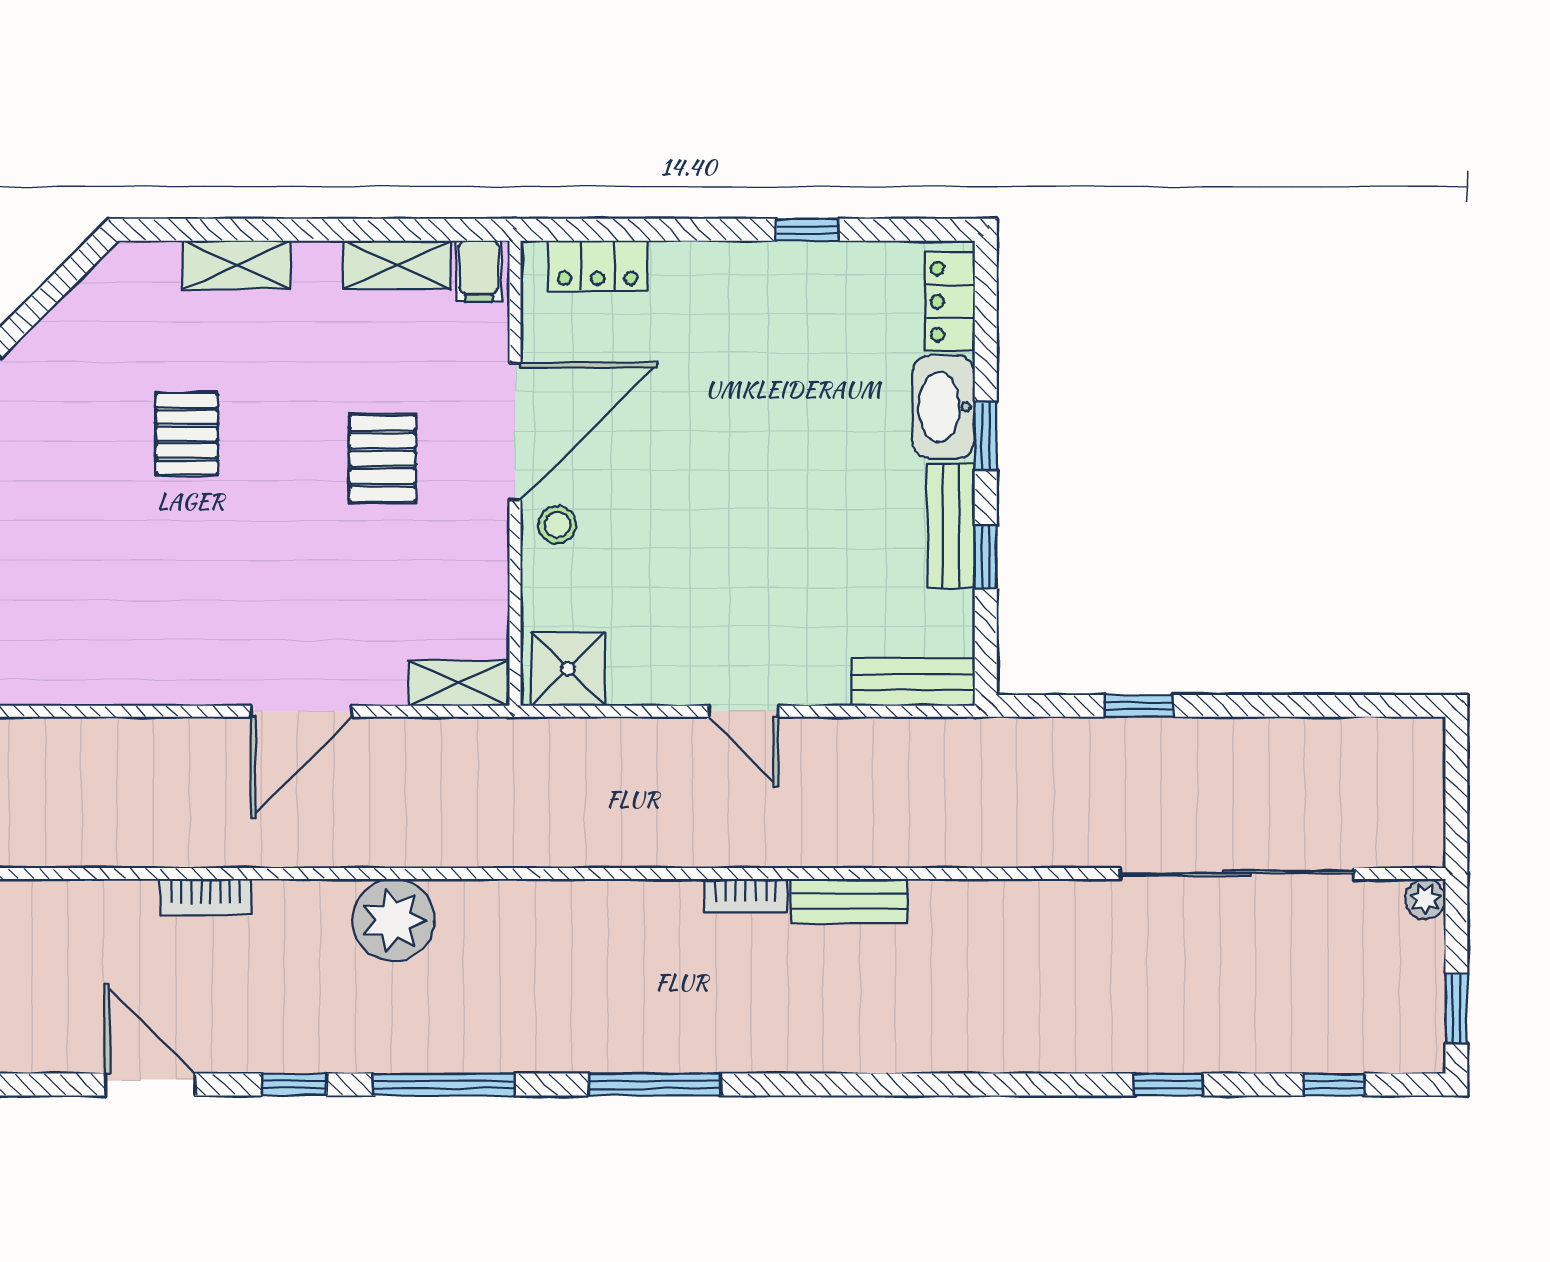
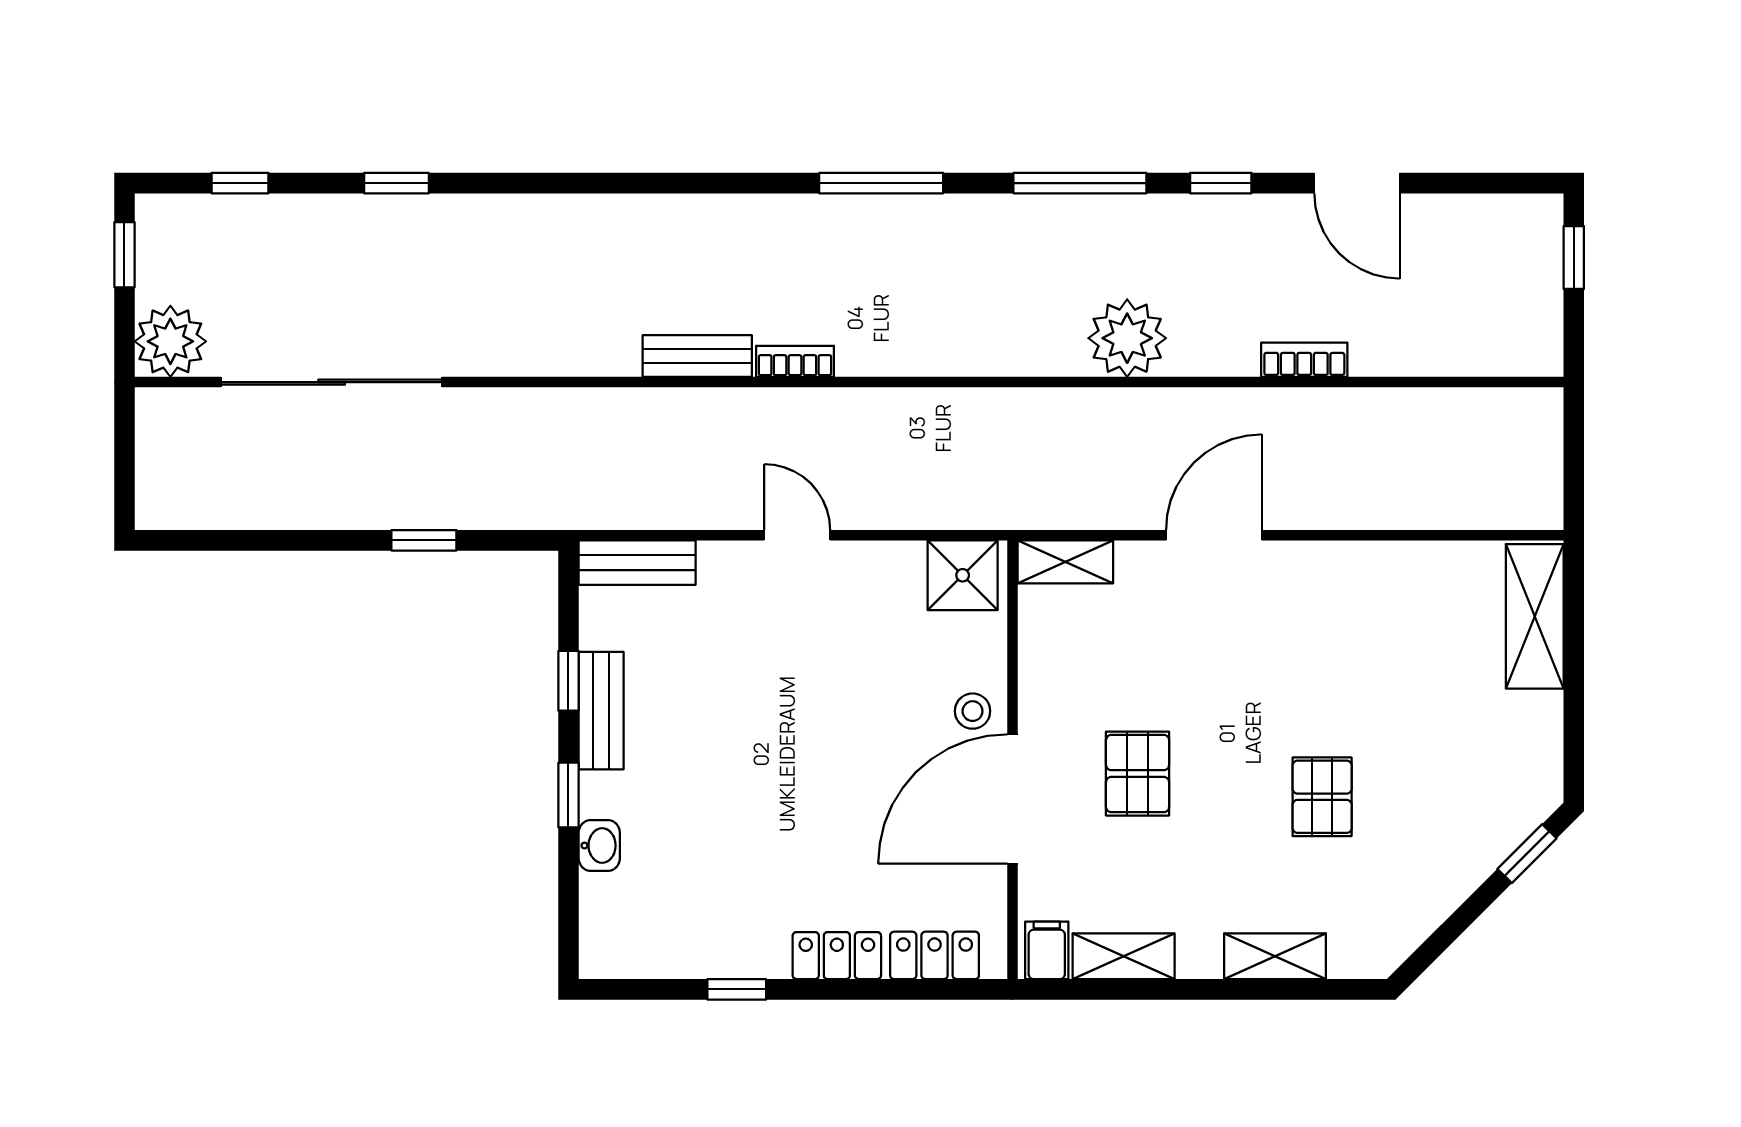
locker: (950, 302) -> (837, 956), moved, turned -90
washbasin: (943, 407) -> (599, 845), width x0.52, depth x0.69
plant: (1425, 899) -> (170, 341), width x1.88, depth x1.88

